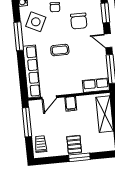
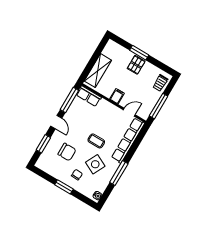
chair: (79, 21) -> (67, 152), turned 90
side table: (36, 22) -> (95, 164), moved

